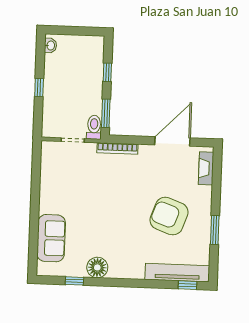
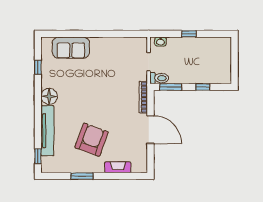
washbasin: (50, 45) -> (160, 42), moved
door: (172, 141) -> (150, 130), moved
fireplace: (206, 168) -> (118, 167), moved
floor lamp: (97, 267) -> (49, 96), moved
tv unit: (177, 273) -> (47, 131), moved

